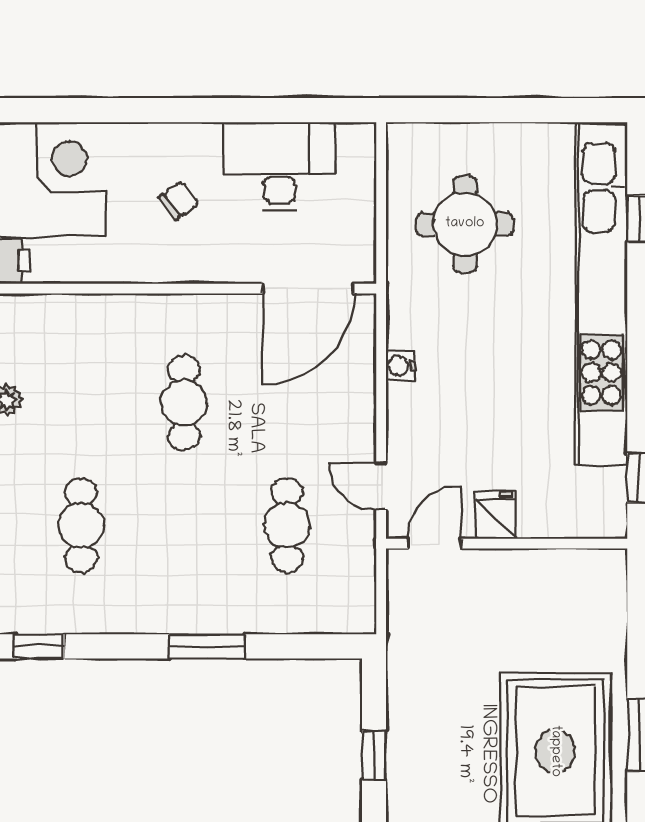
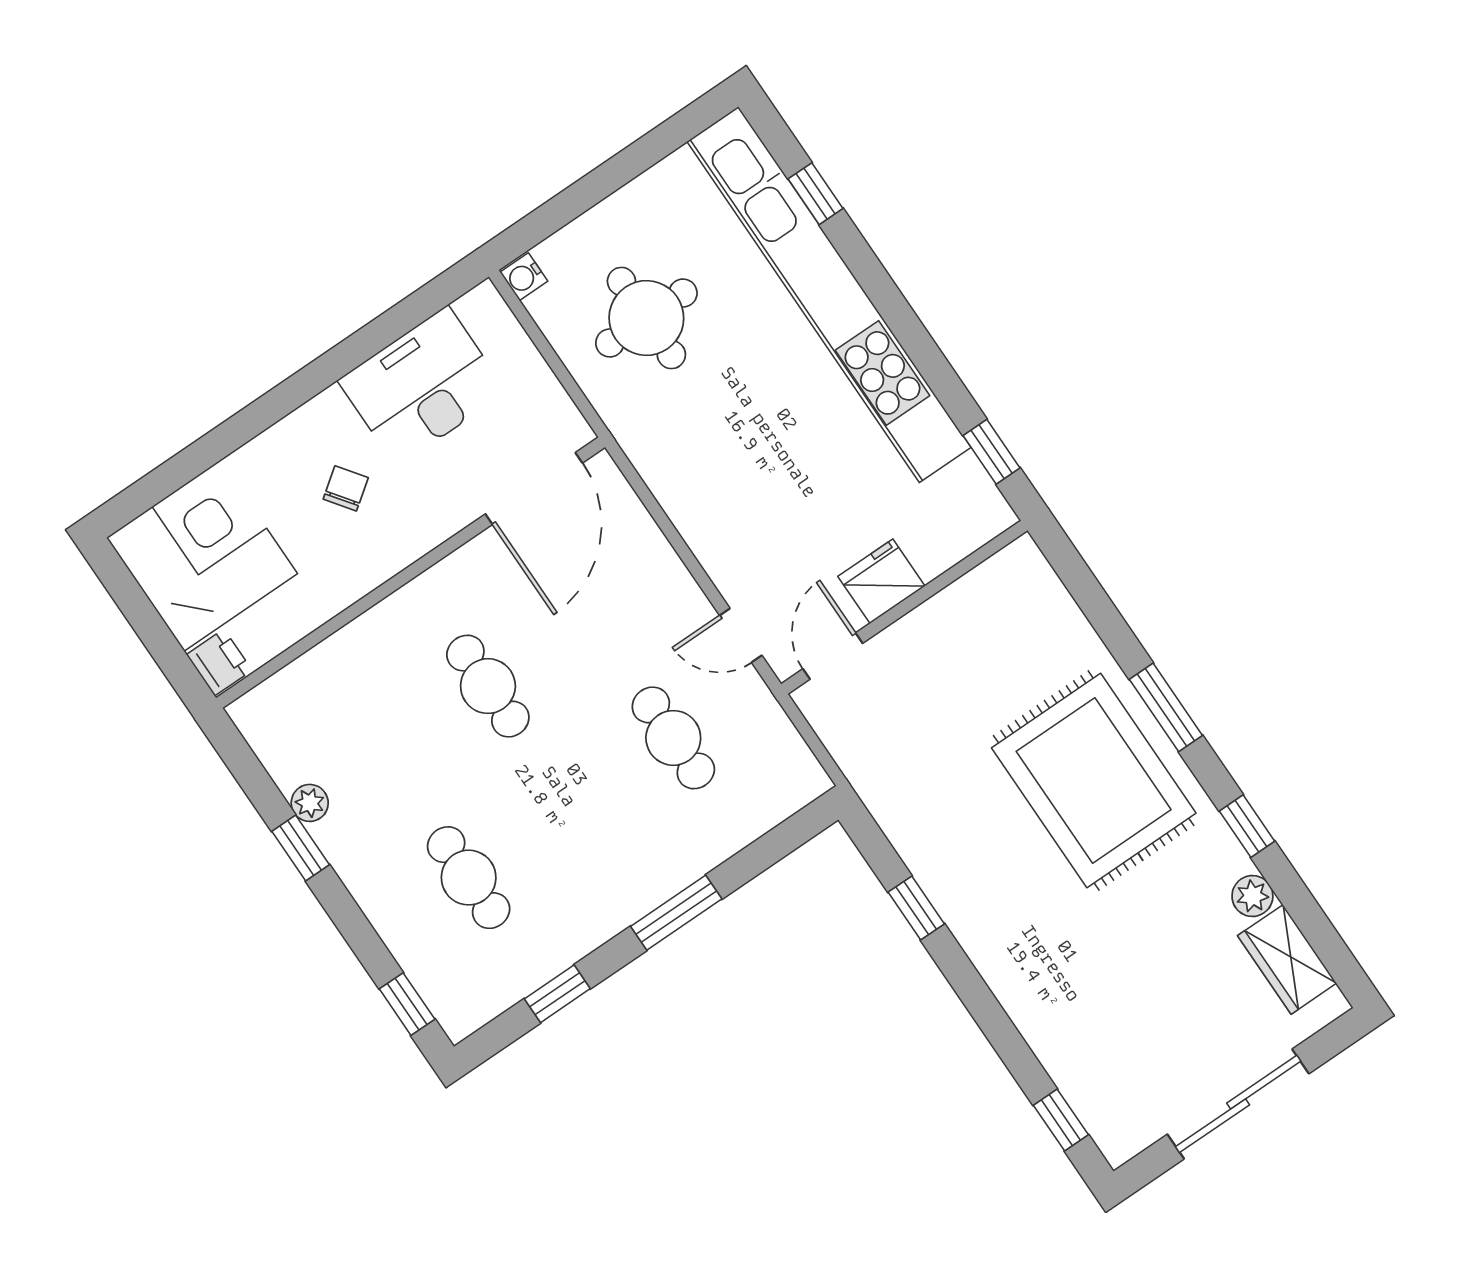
water cooler: (400, 365) -> (524, 277), moved
fridge: (495, 515) -> (881, 581), width x1.38
window: (39, 646) -> (557, 994), moved

